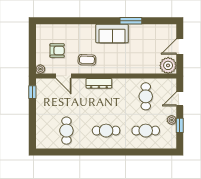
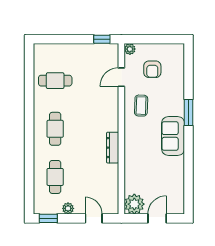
window: (131, 21) -> (189, 112), moved
door: (180, 47) -> (157, 218), hinge flipped
dresser: (99, 83) -> (113, 148), moved
cafe table: (146, 96) -> (97, 177), removed
window: (180, 125) -> (48, 218), moved

